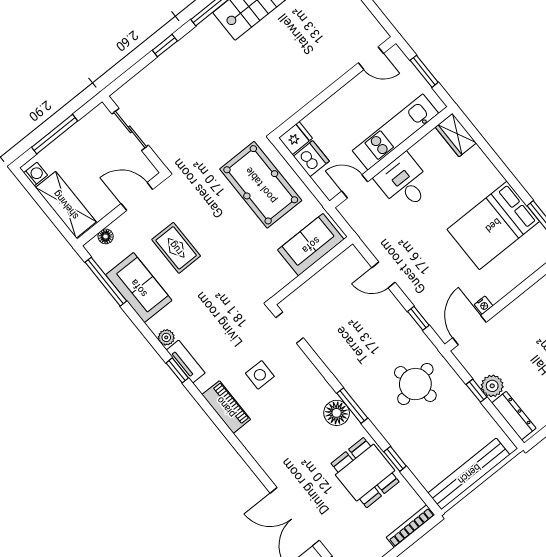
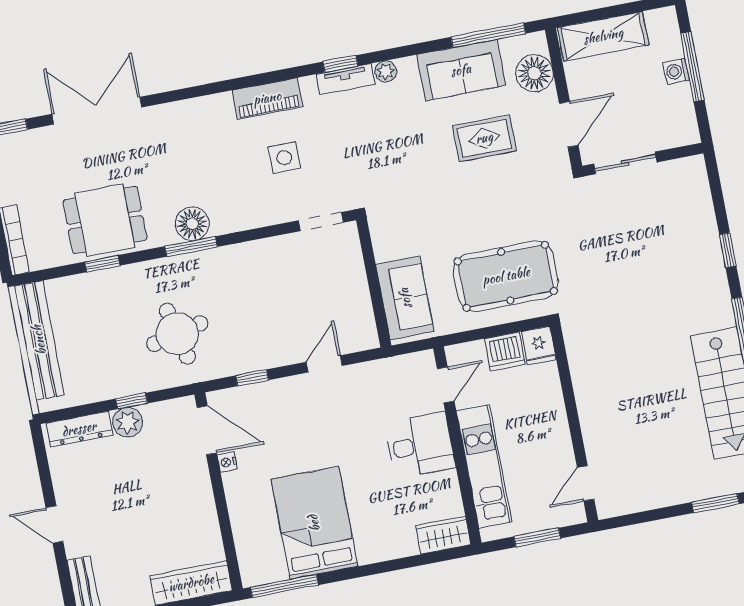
sliding door: (130, 129) -> (625, 163), moved
washing machine: (36, 174) -> (676, 71), moved, turned 90
floor lamp: (106, 236) -> (534, 73), width x1.89, depth x1.89

